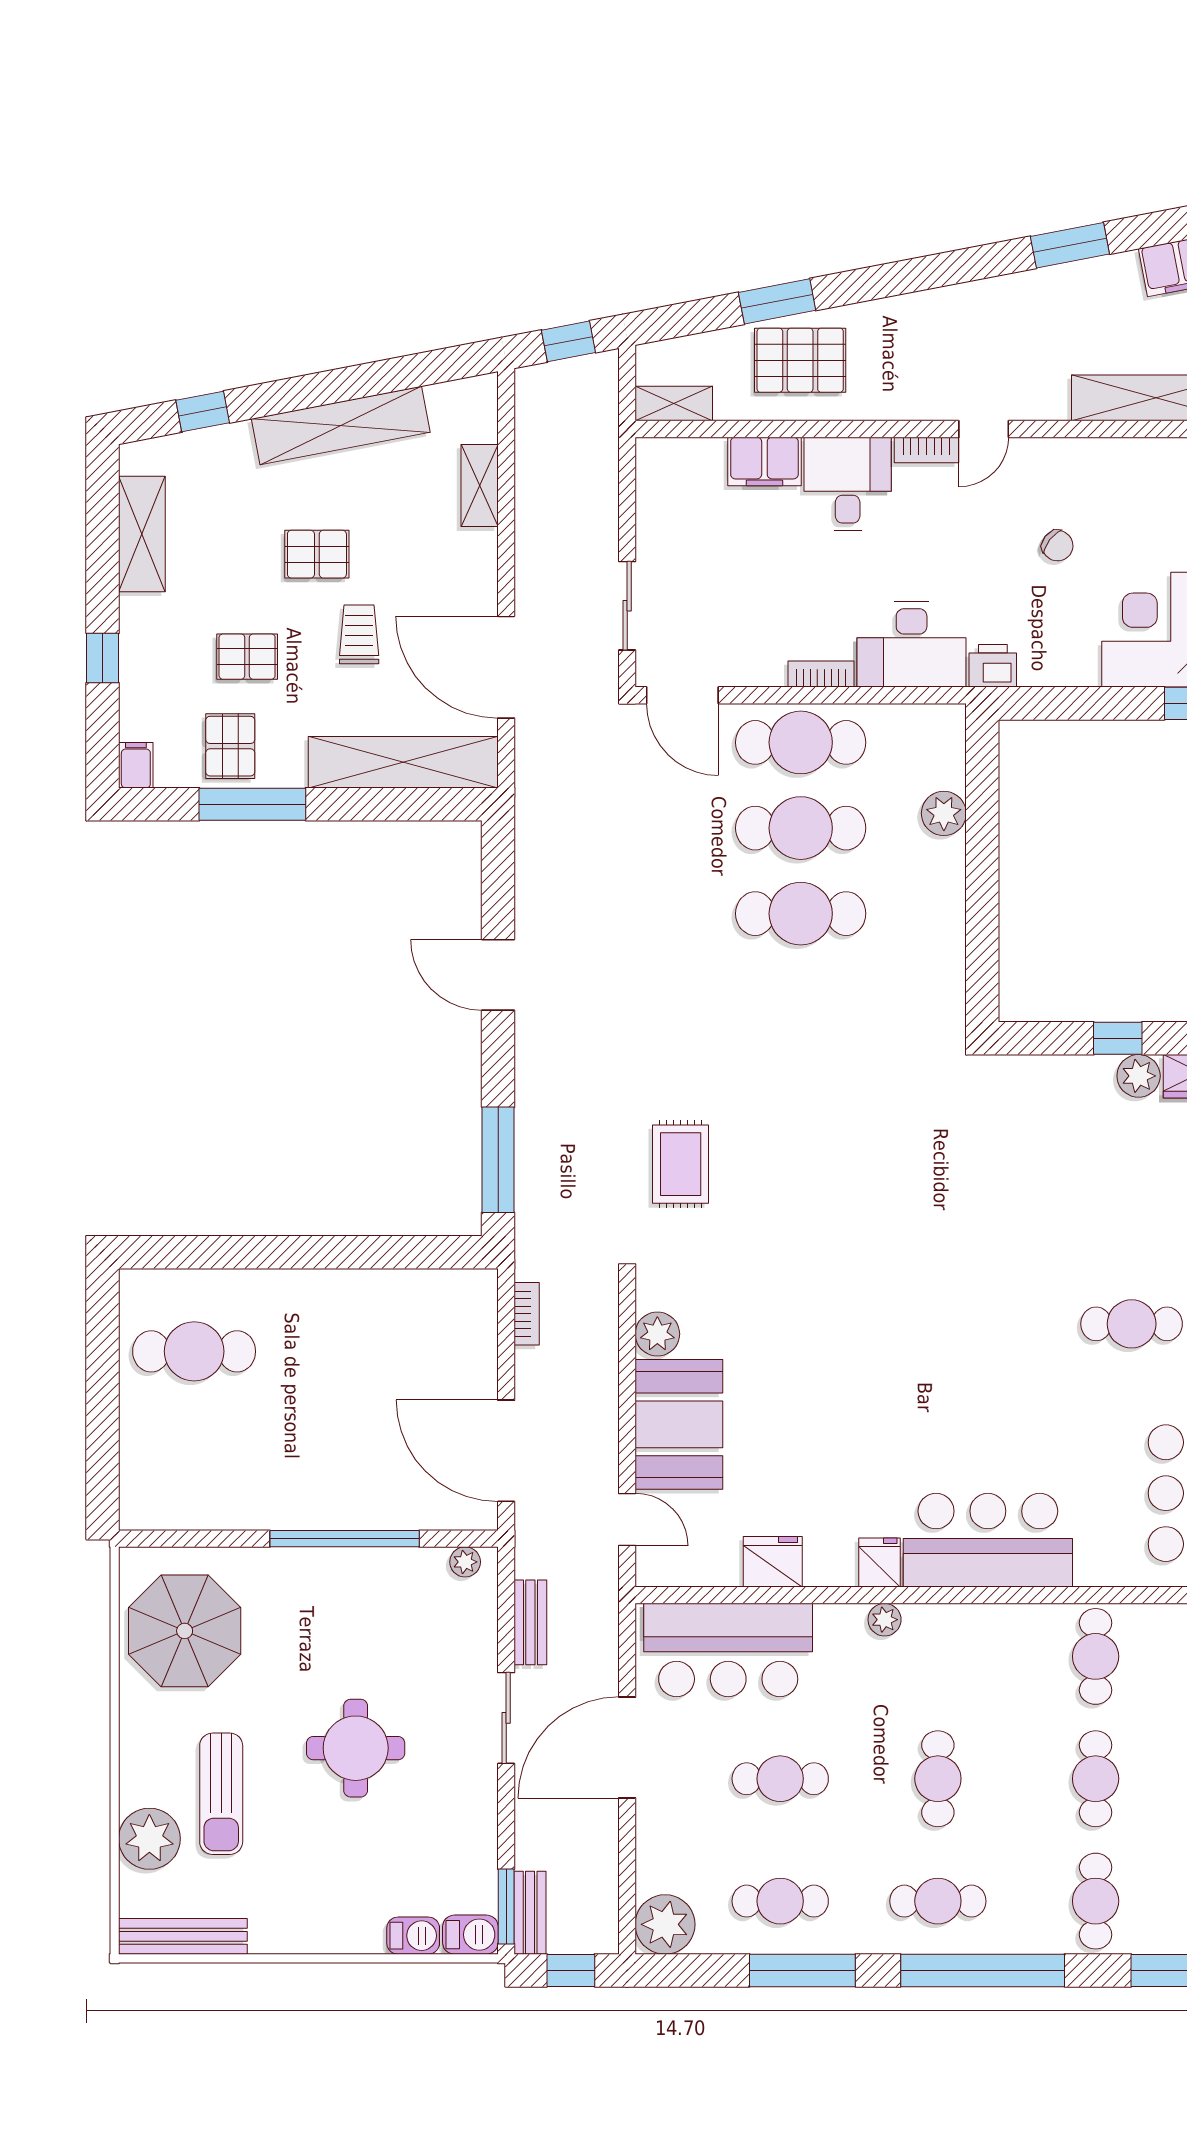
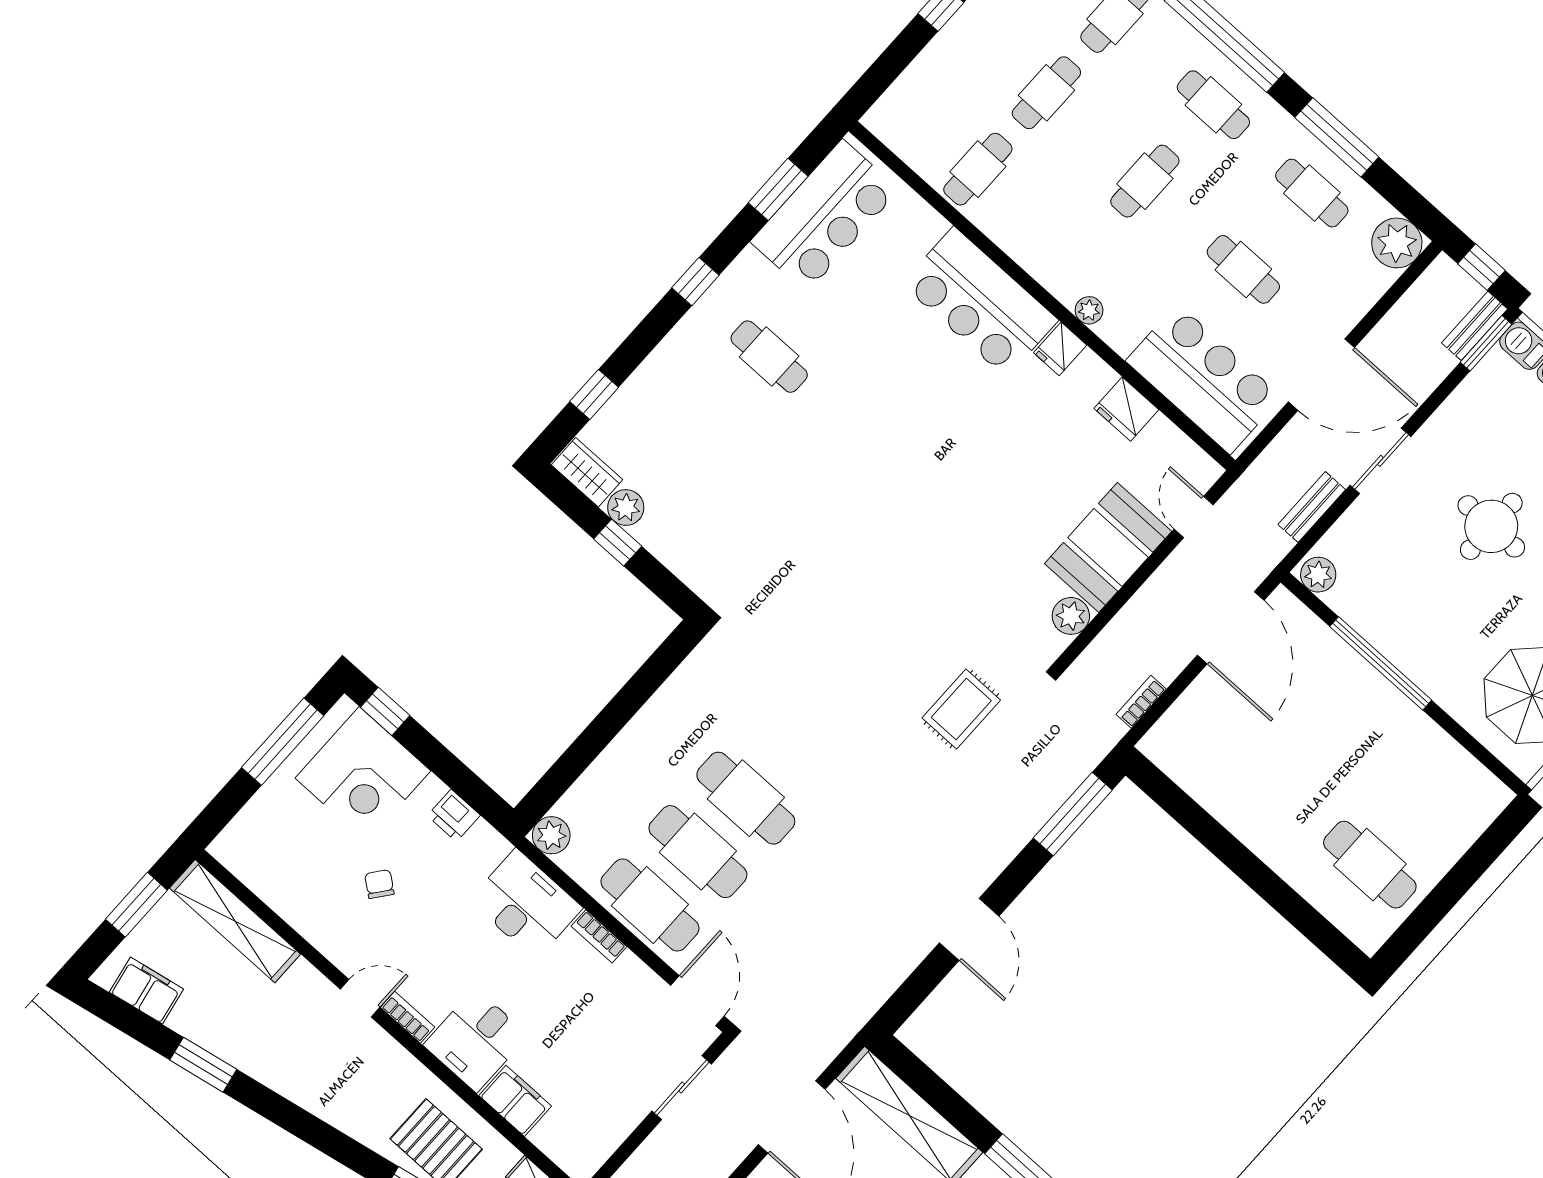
printer: (993, 666) -> (454, 815), moved
plant: (944, 813) -> (551, 835), moved
plant: (465, 1562) -> (1318, 575), width x1.38, depth x1.38

